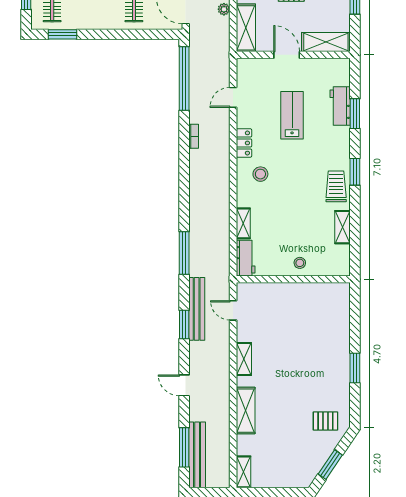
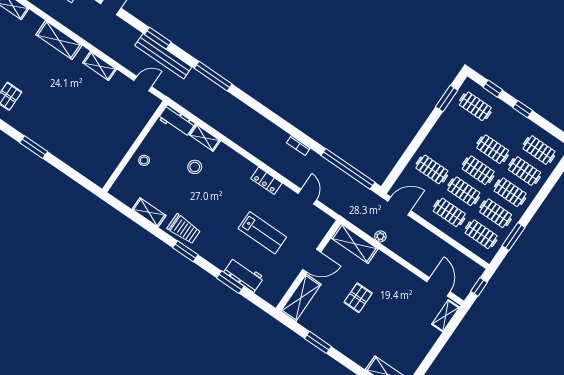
stool: (260, 174) -> (195, 167), moved

